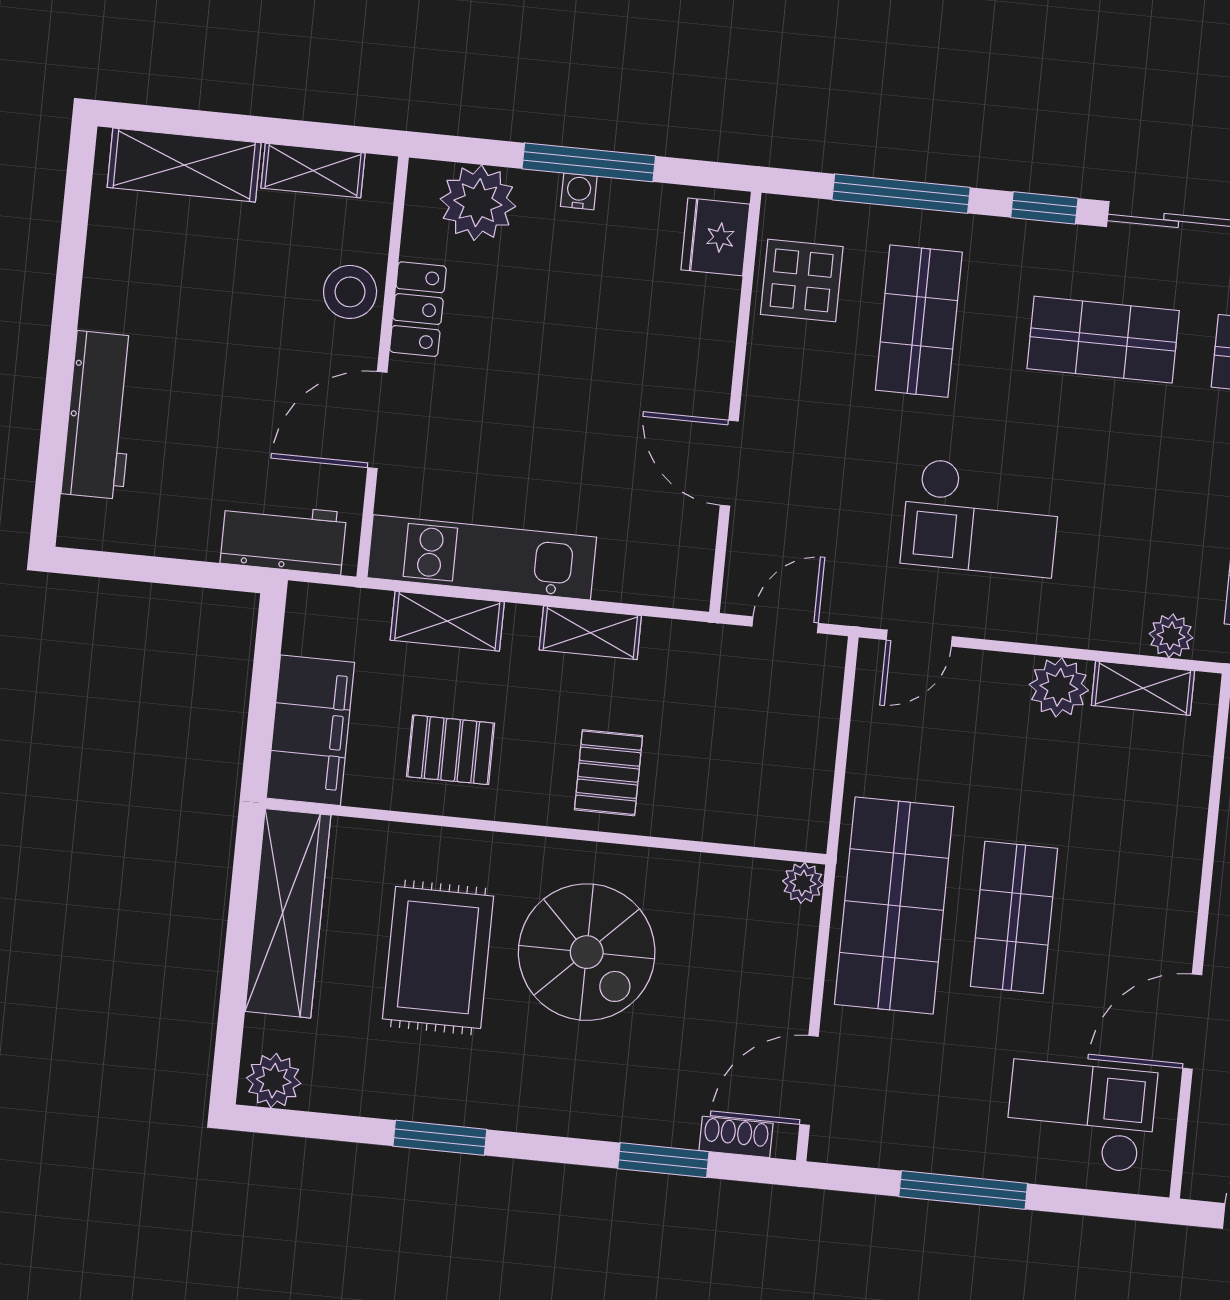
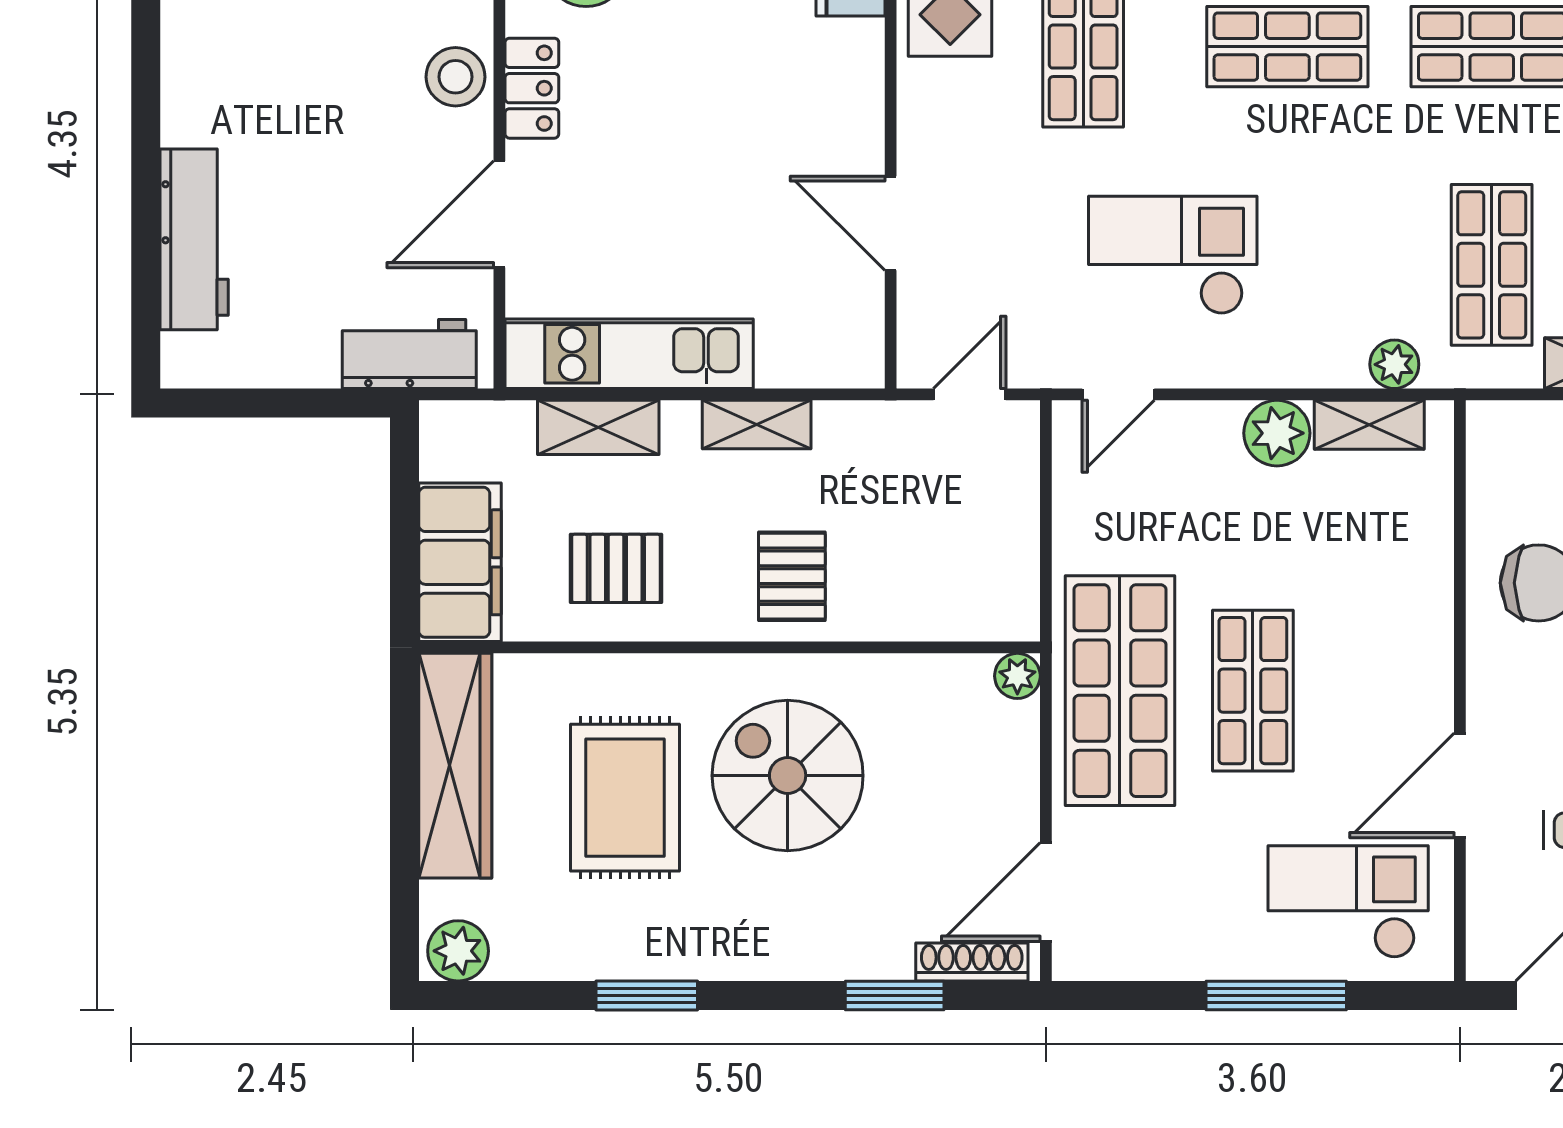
checkout: (981, 518) -> (1173, 255), turned 180
spiral stairs: (587, 952) -> (788, 776), turned 180
shoe rack: (736, 1137) -> (972, 962), width x1.43
window: (963, 1190) -> (1276, 995), moved

